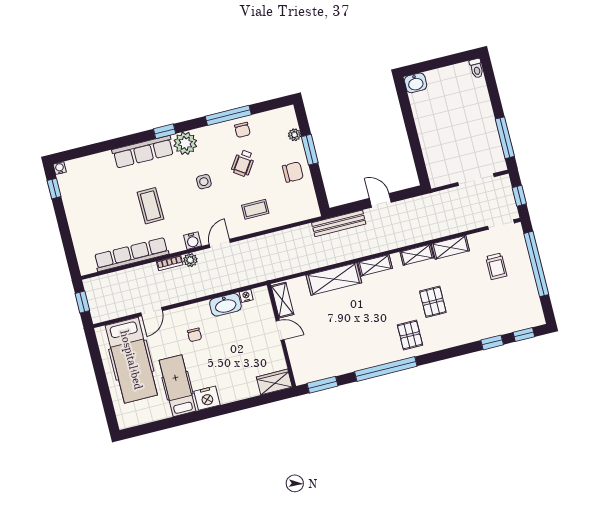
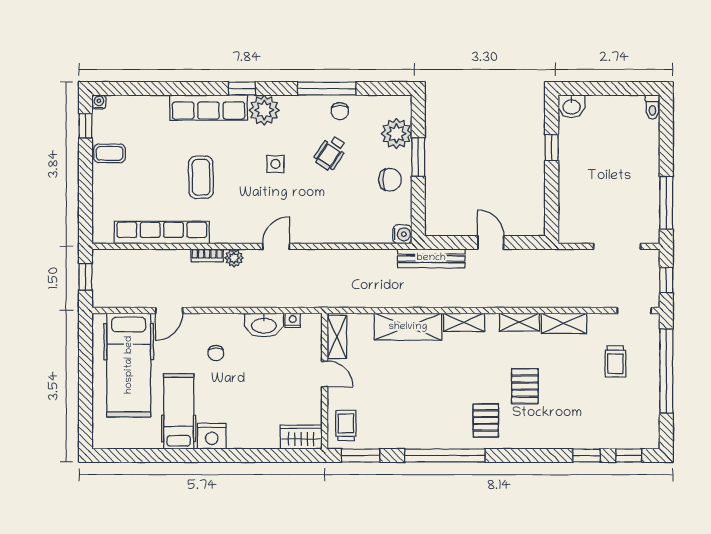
window: (408, 118) -> (552, 147), added
plant: (294, 135) -> (396, 134), width x1.88, depth x1.88
coffee table: (255, 209) -> (110, 153), moved
water cooler: (192, 241) -> (402, 234), moved, turned -90
trolley: (306, 365) -> (346, 425), added

